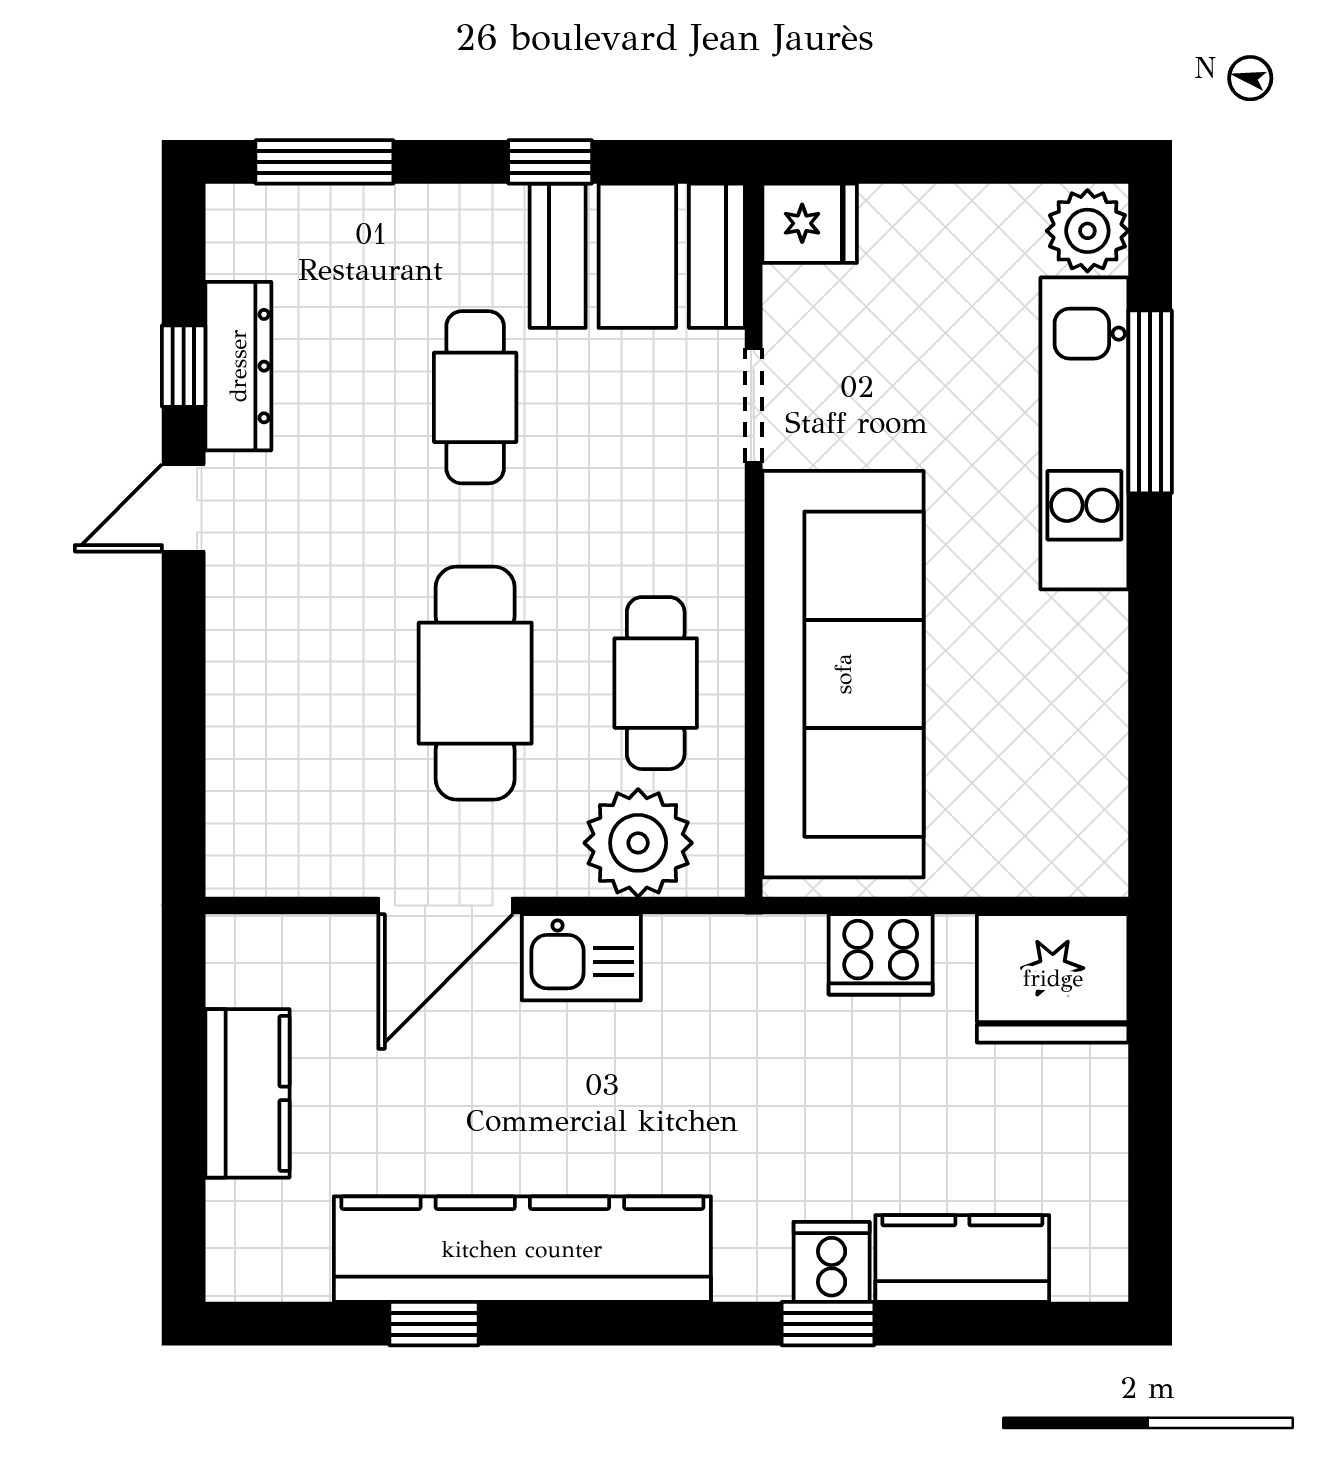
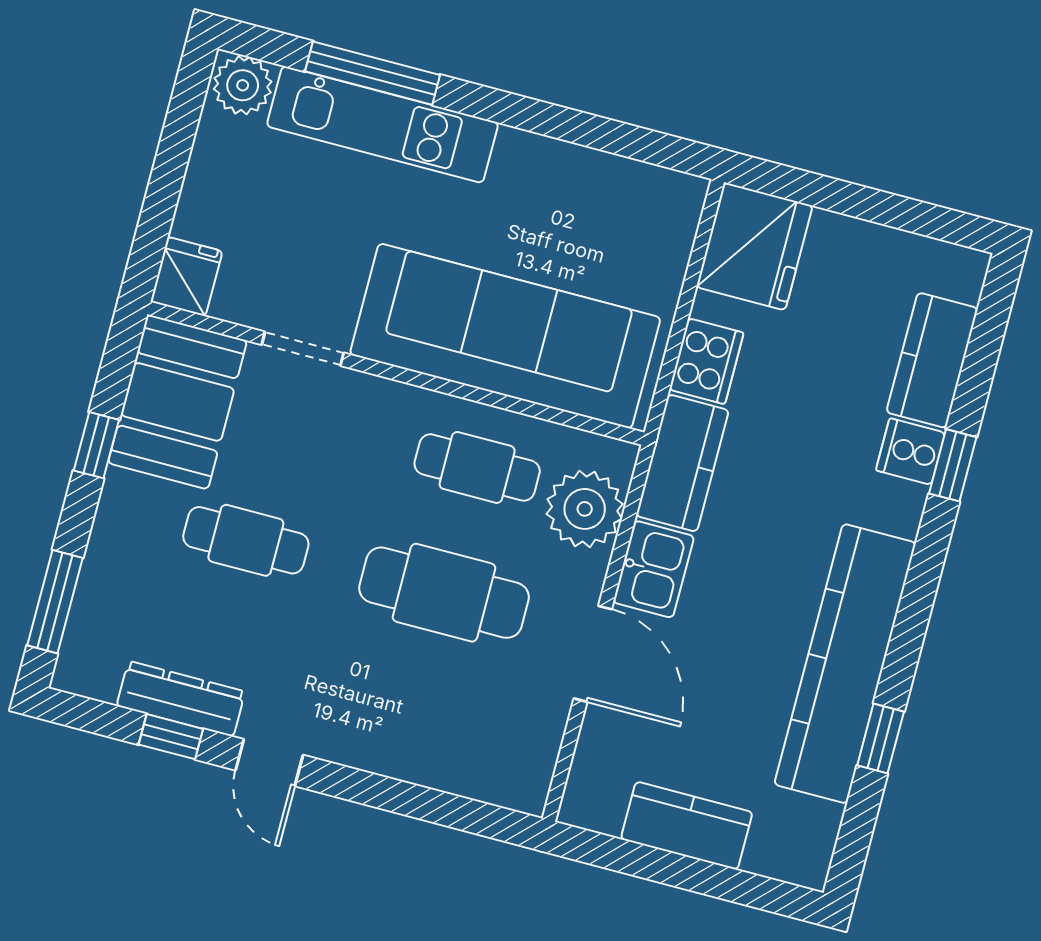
kitchen counter: (735, 958) -> (682, 463), added

